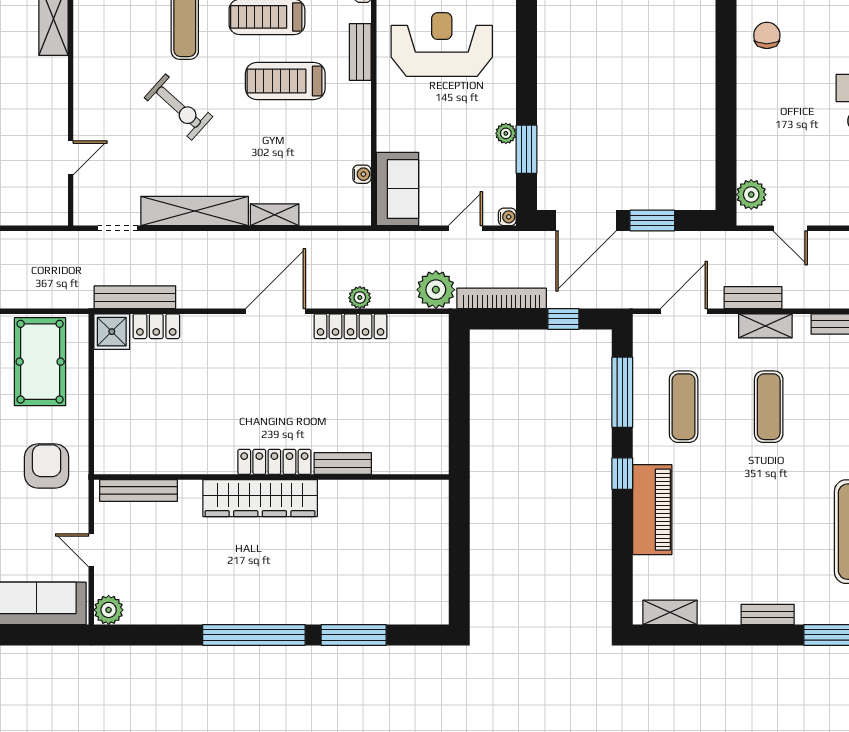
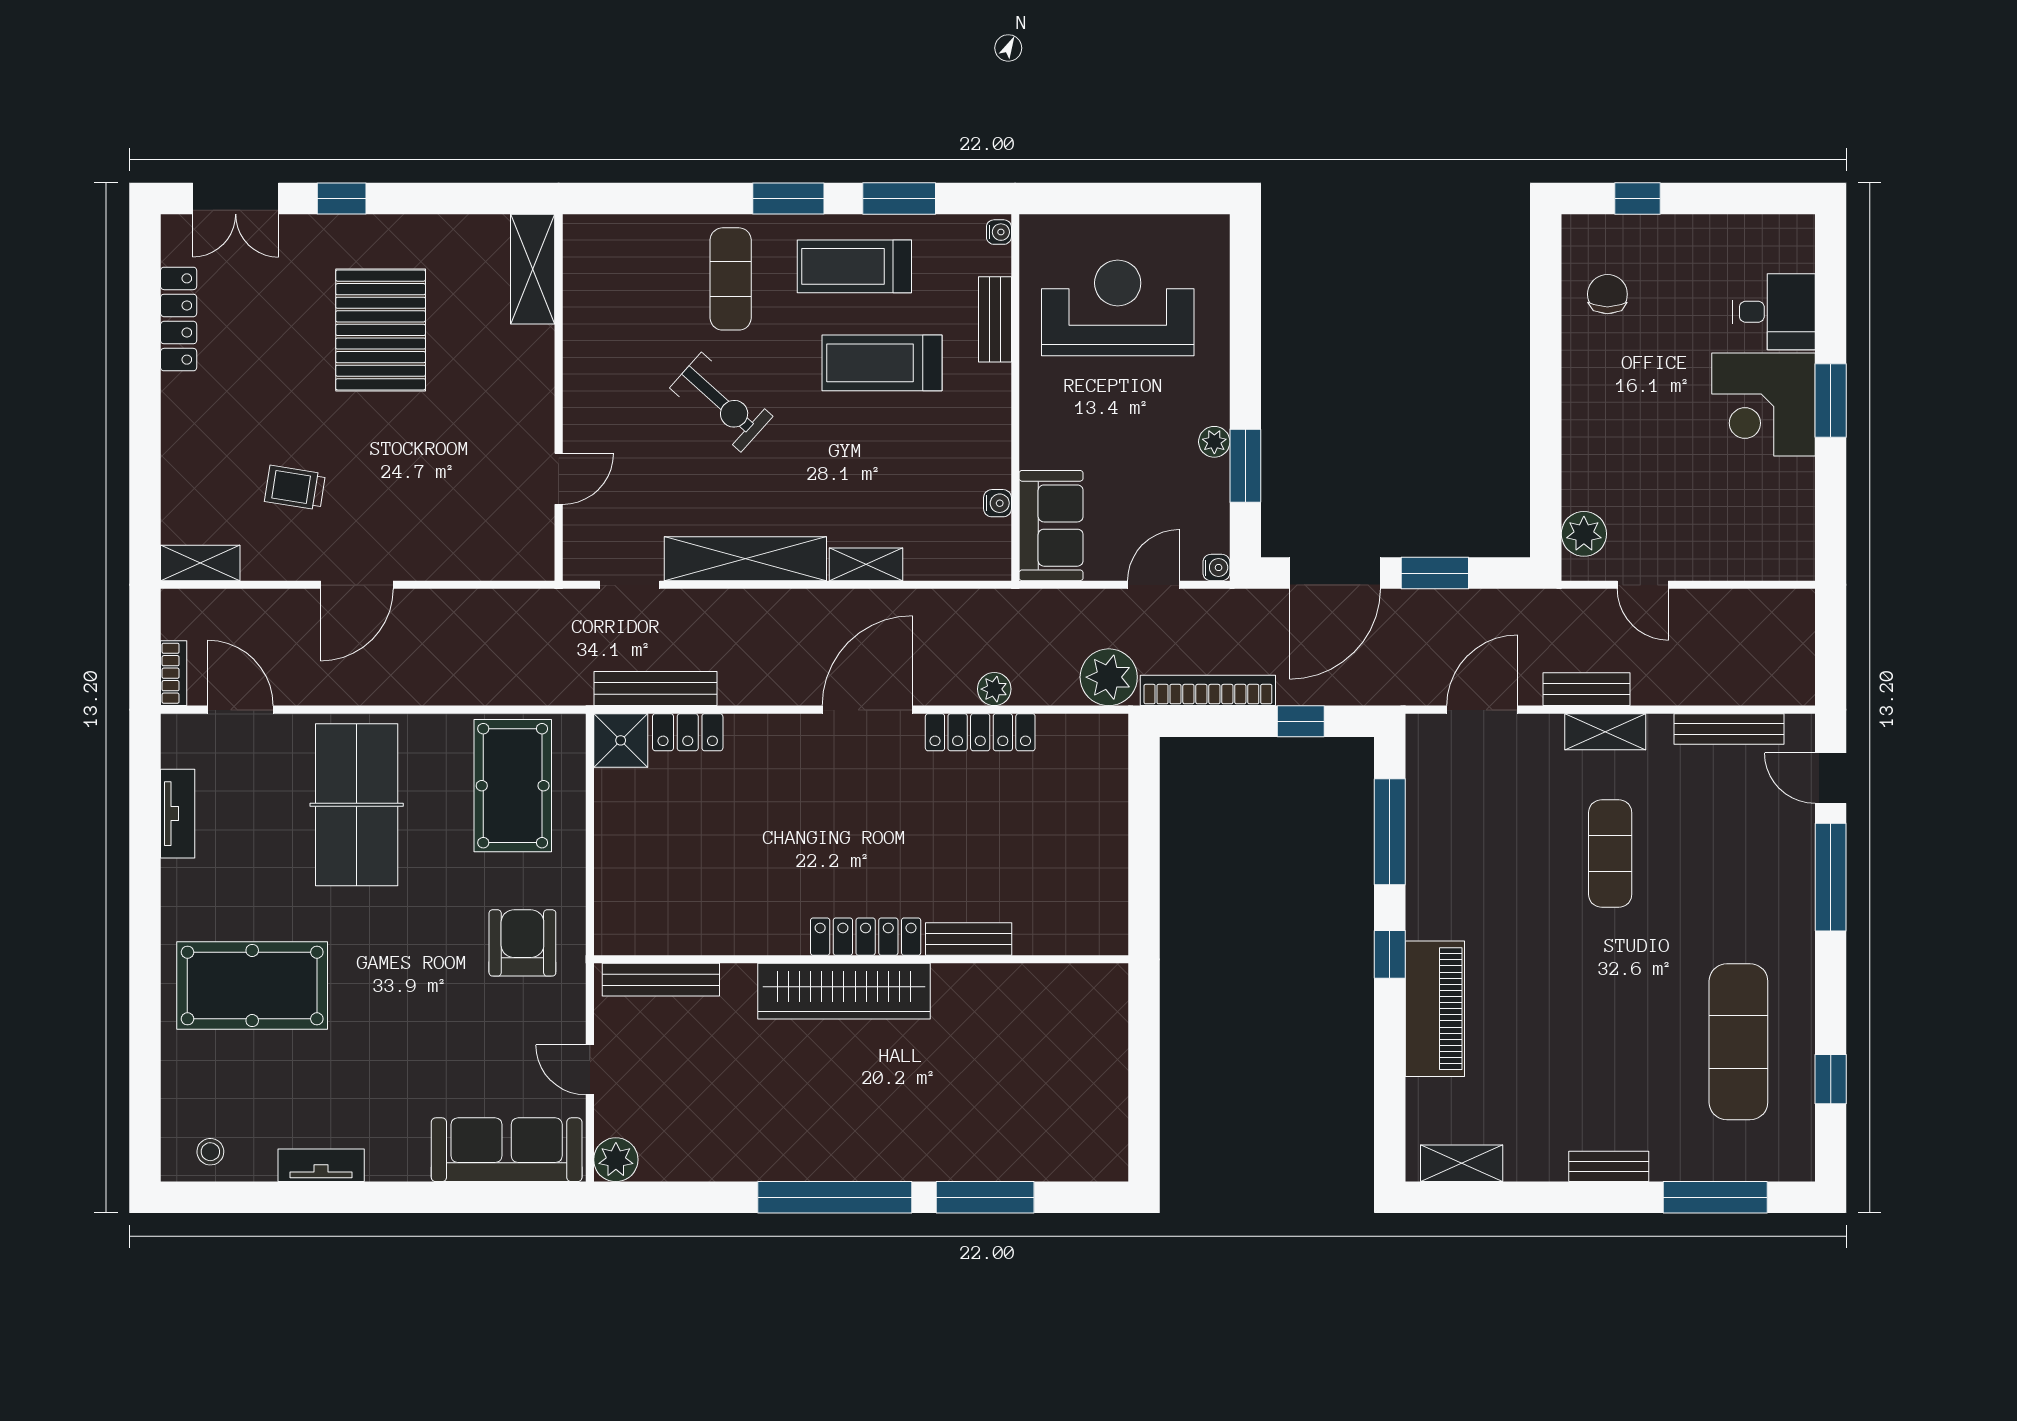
exercise mat: (684, 407) -> (1482, 853), removed

